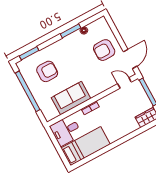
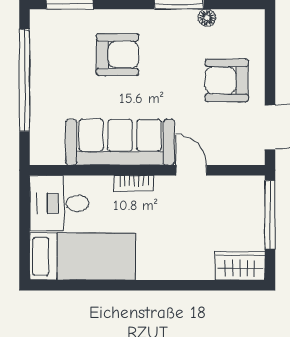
armchair: (47, 71) -> (117, 55), moved
door: (125, 83) -> (191, 170), moved
sofa: (71, 98) -> (120, 142), width x1.36

